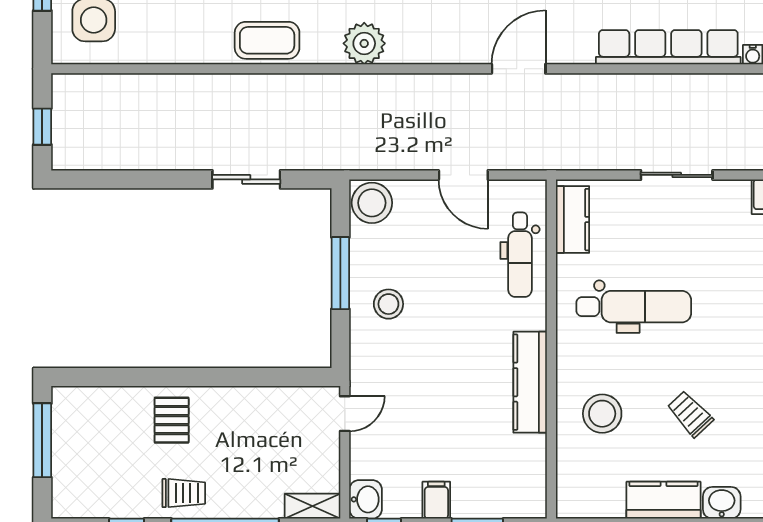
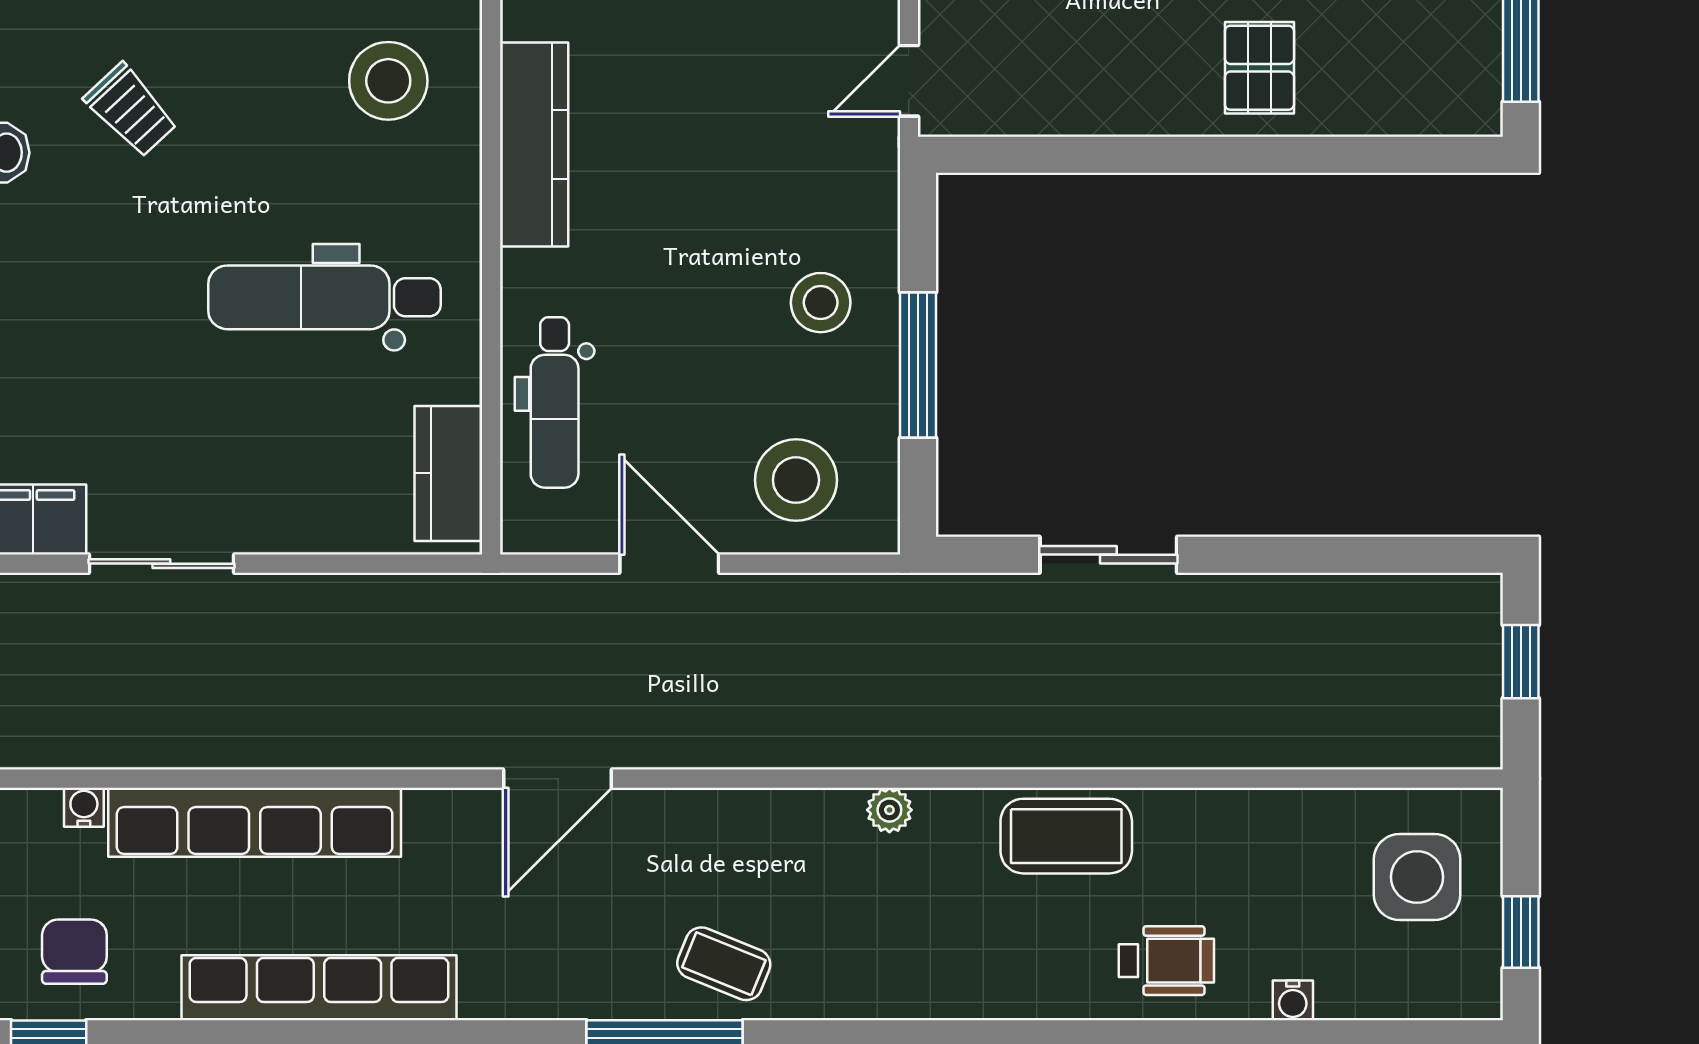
plant: (364, 43) -> (889, 810), width x0.53, depth x0.53
sliding door: (677, 175) -> (161, 564), moved
stool: (372, 203) -> (796, 480), moved
dental chair: (520, 255) -> (555, 402), turned 180
trolley: (690, 414) -> (131, 110), moved

